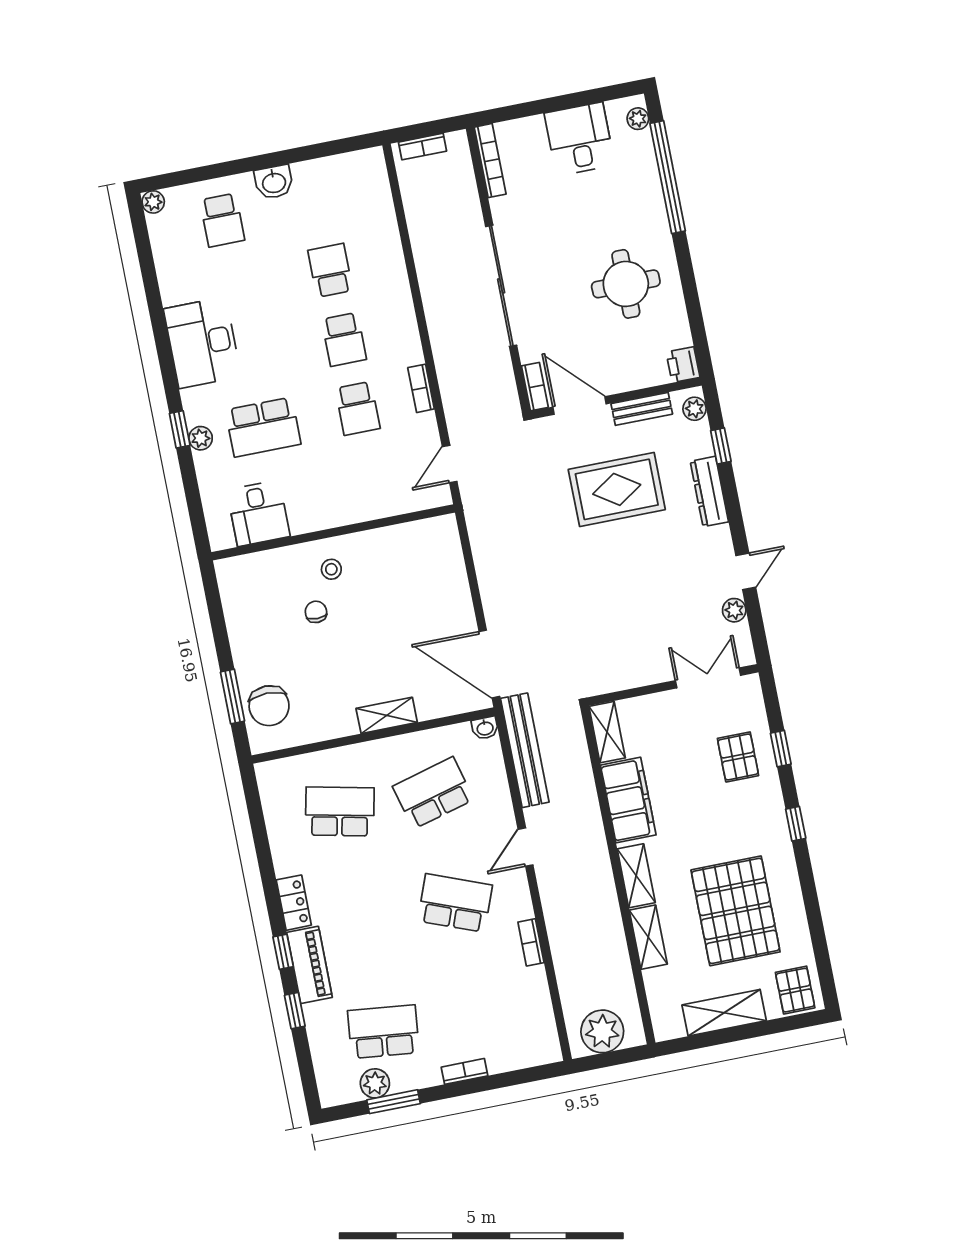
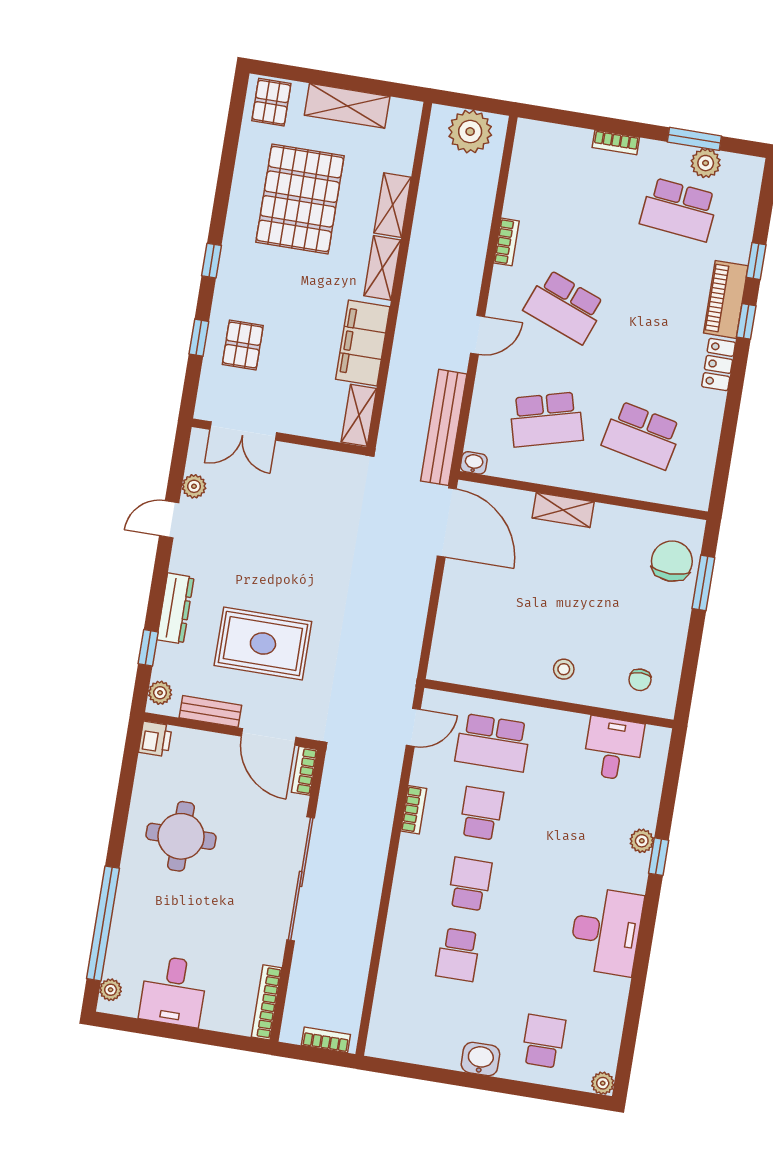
school desk: (263, 427) -> (493, 743), moved, turned 180
chair: (316, 612) -> (640, 680), moved

